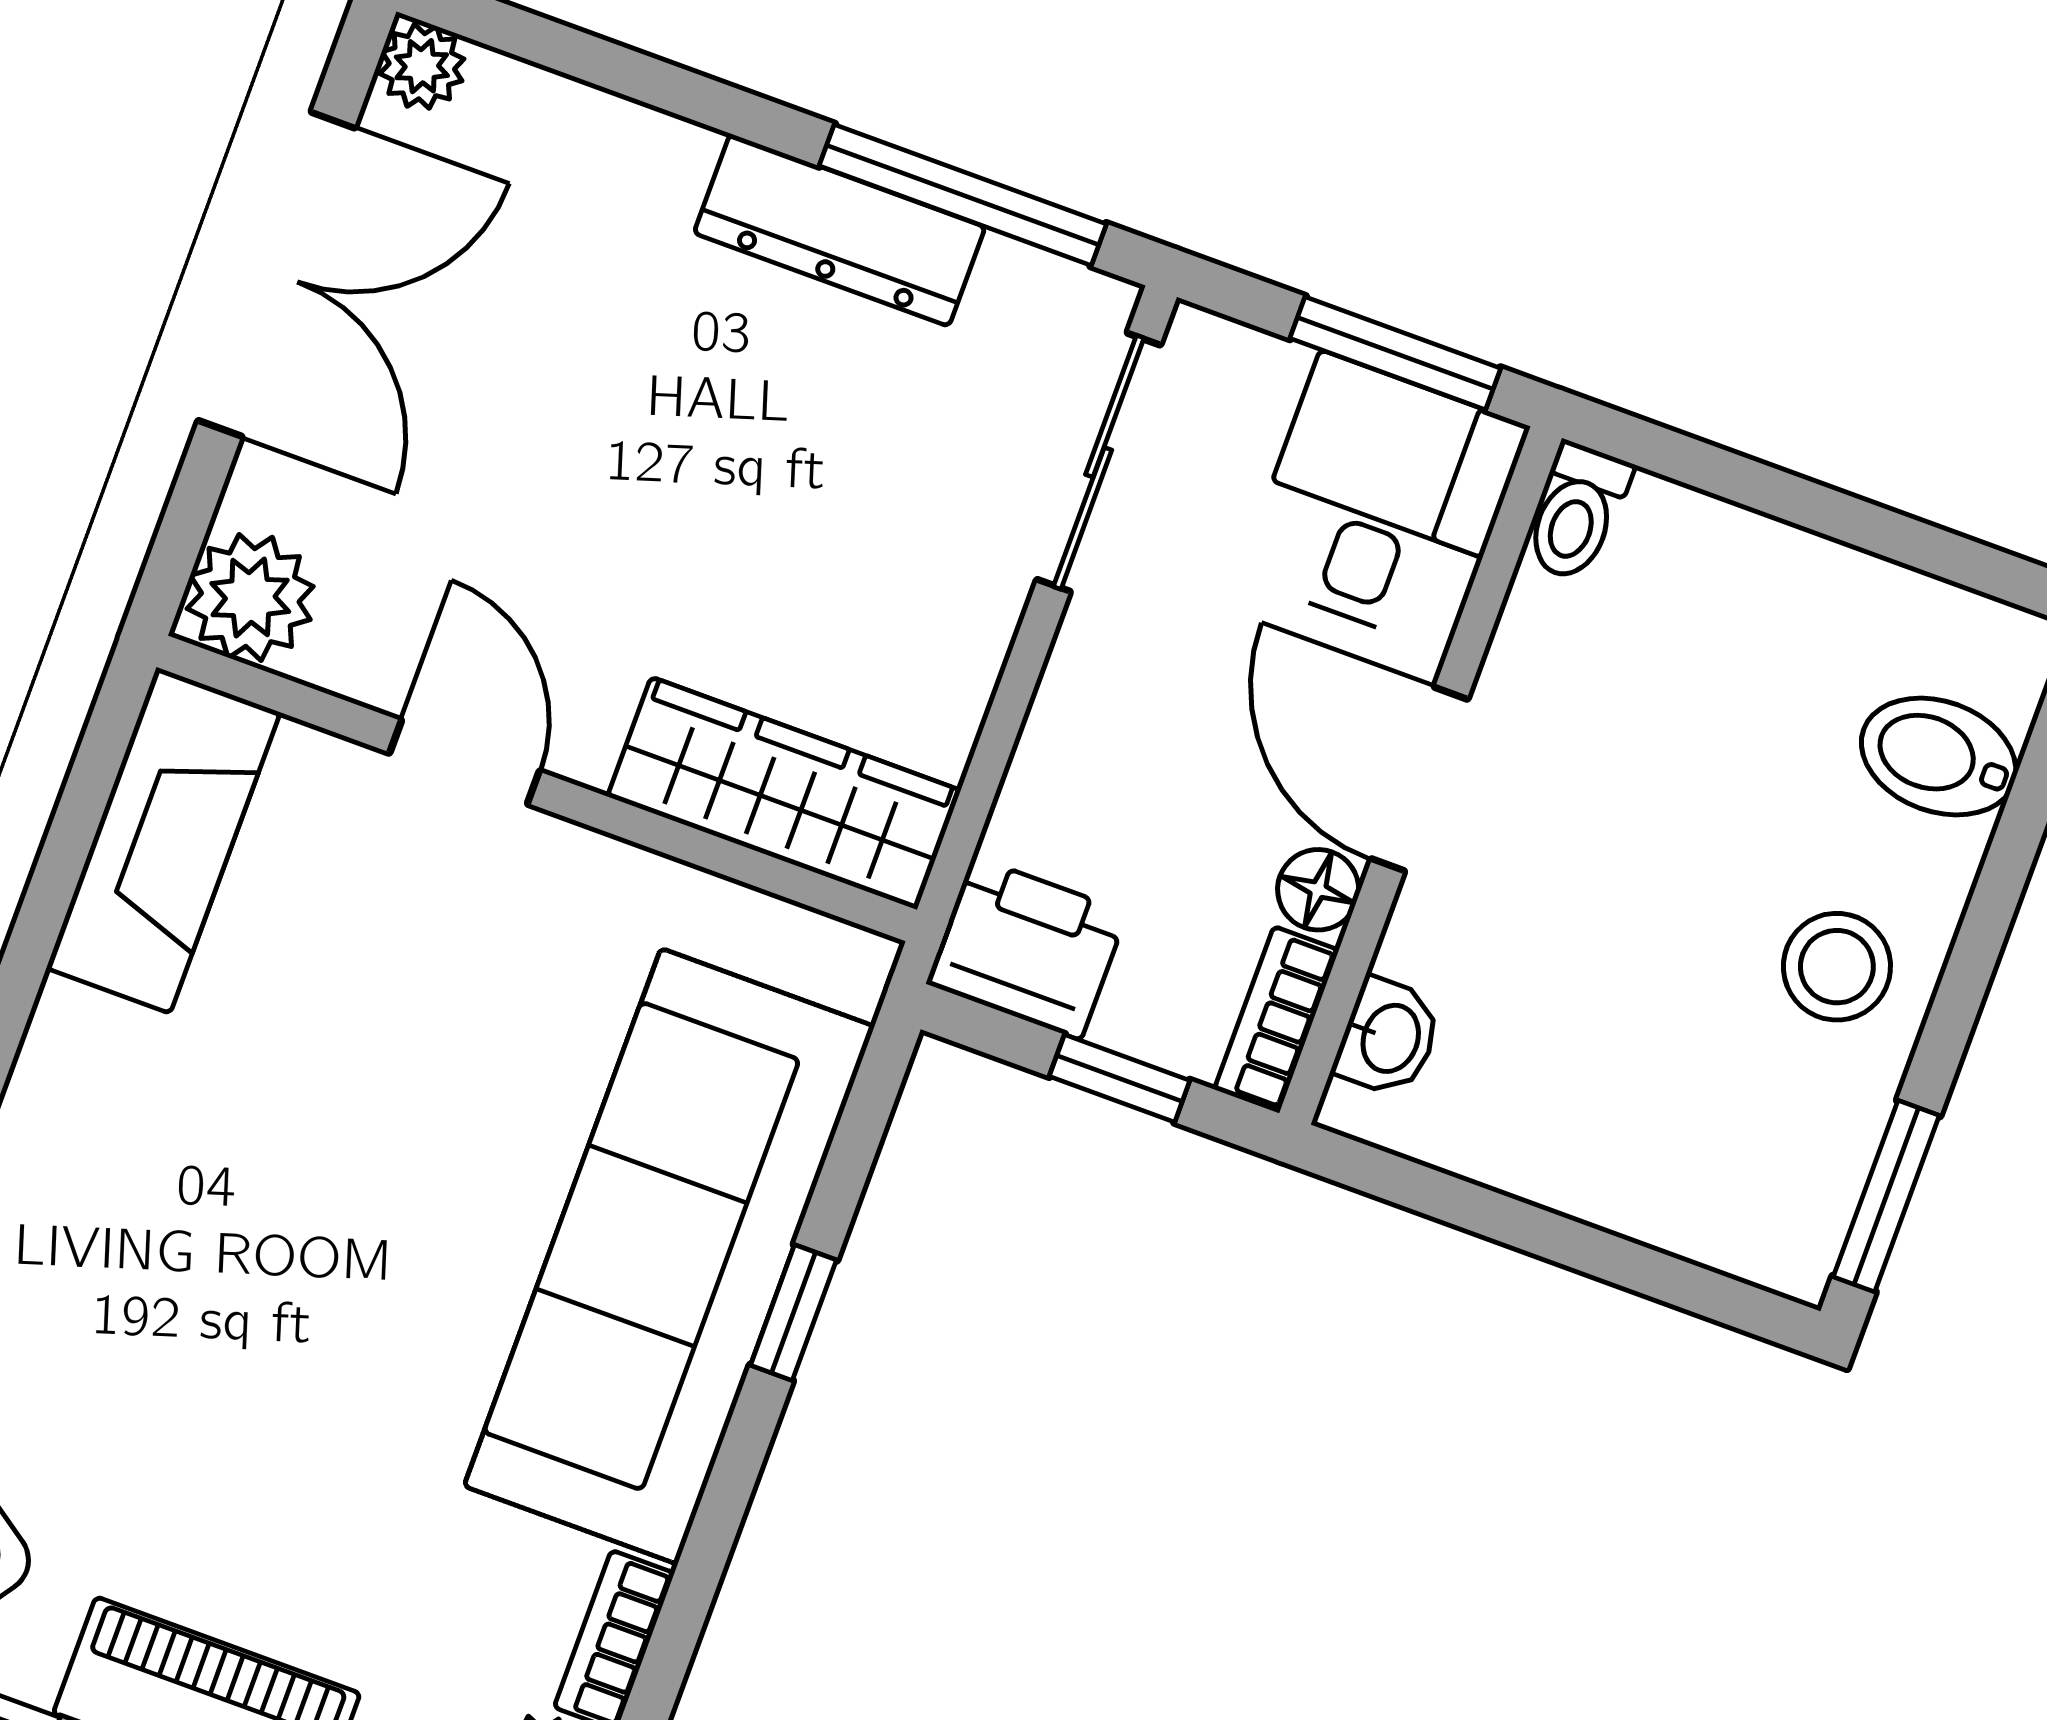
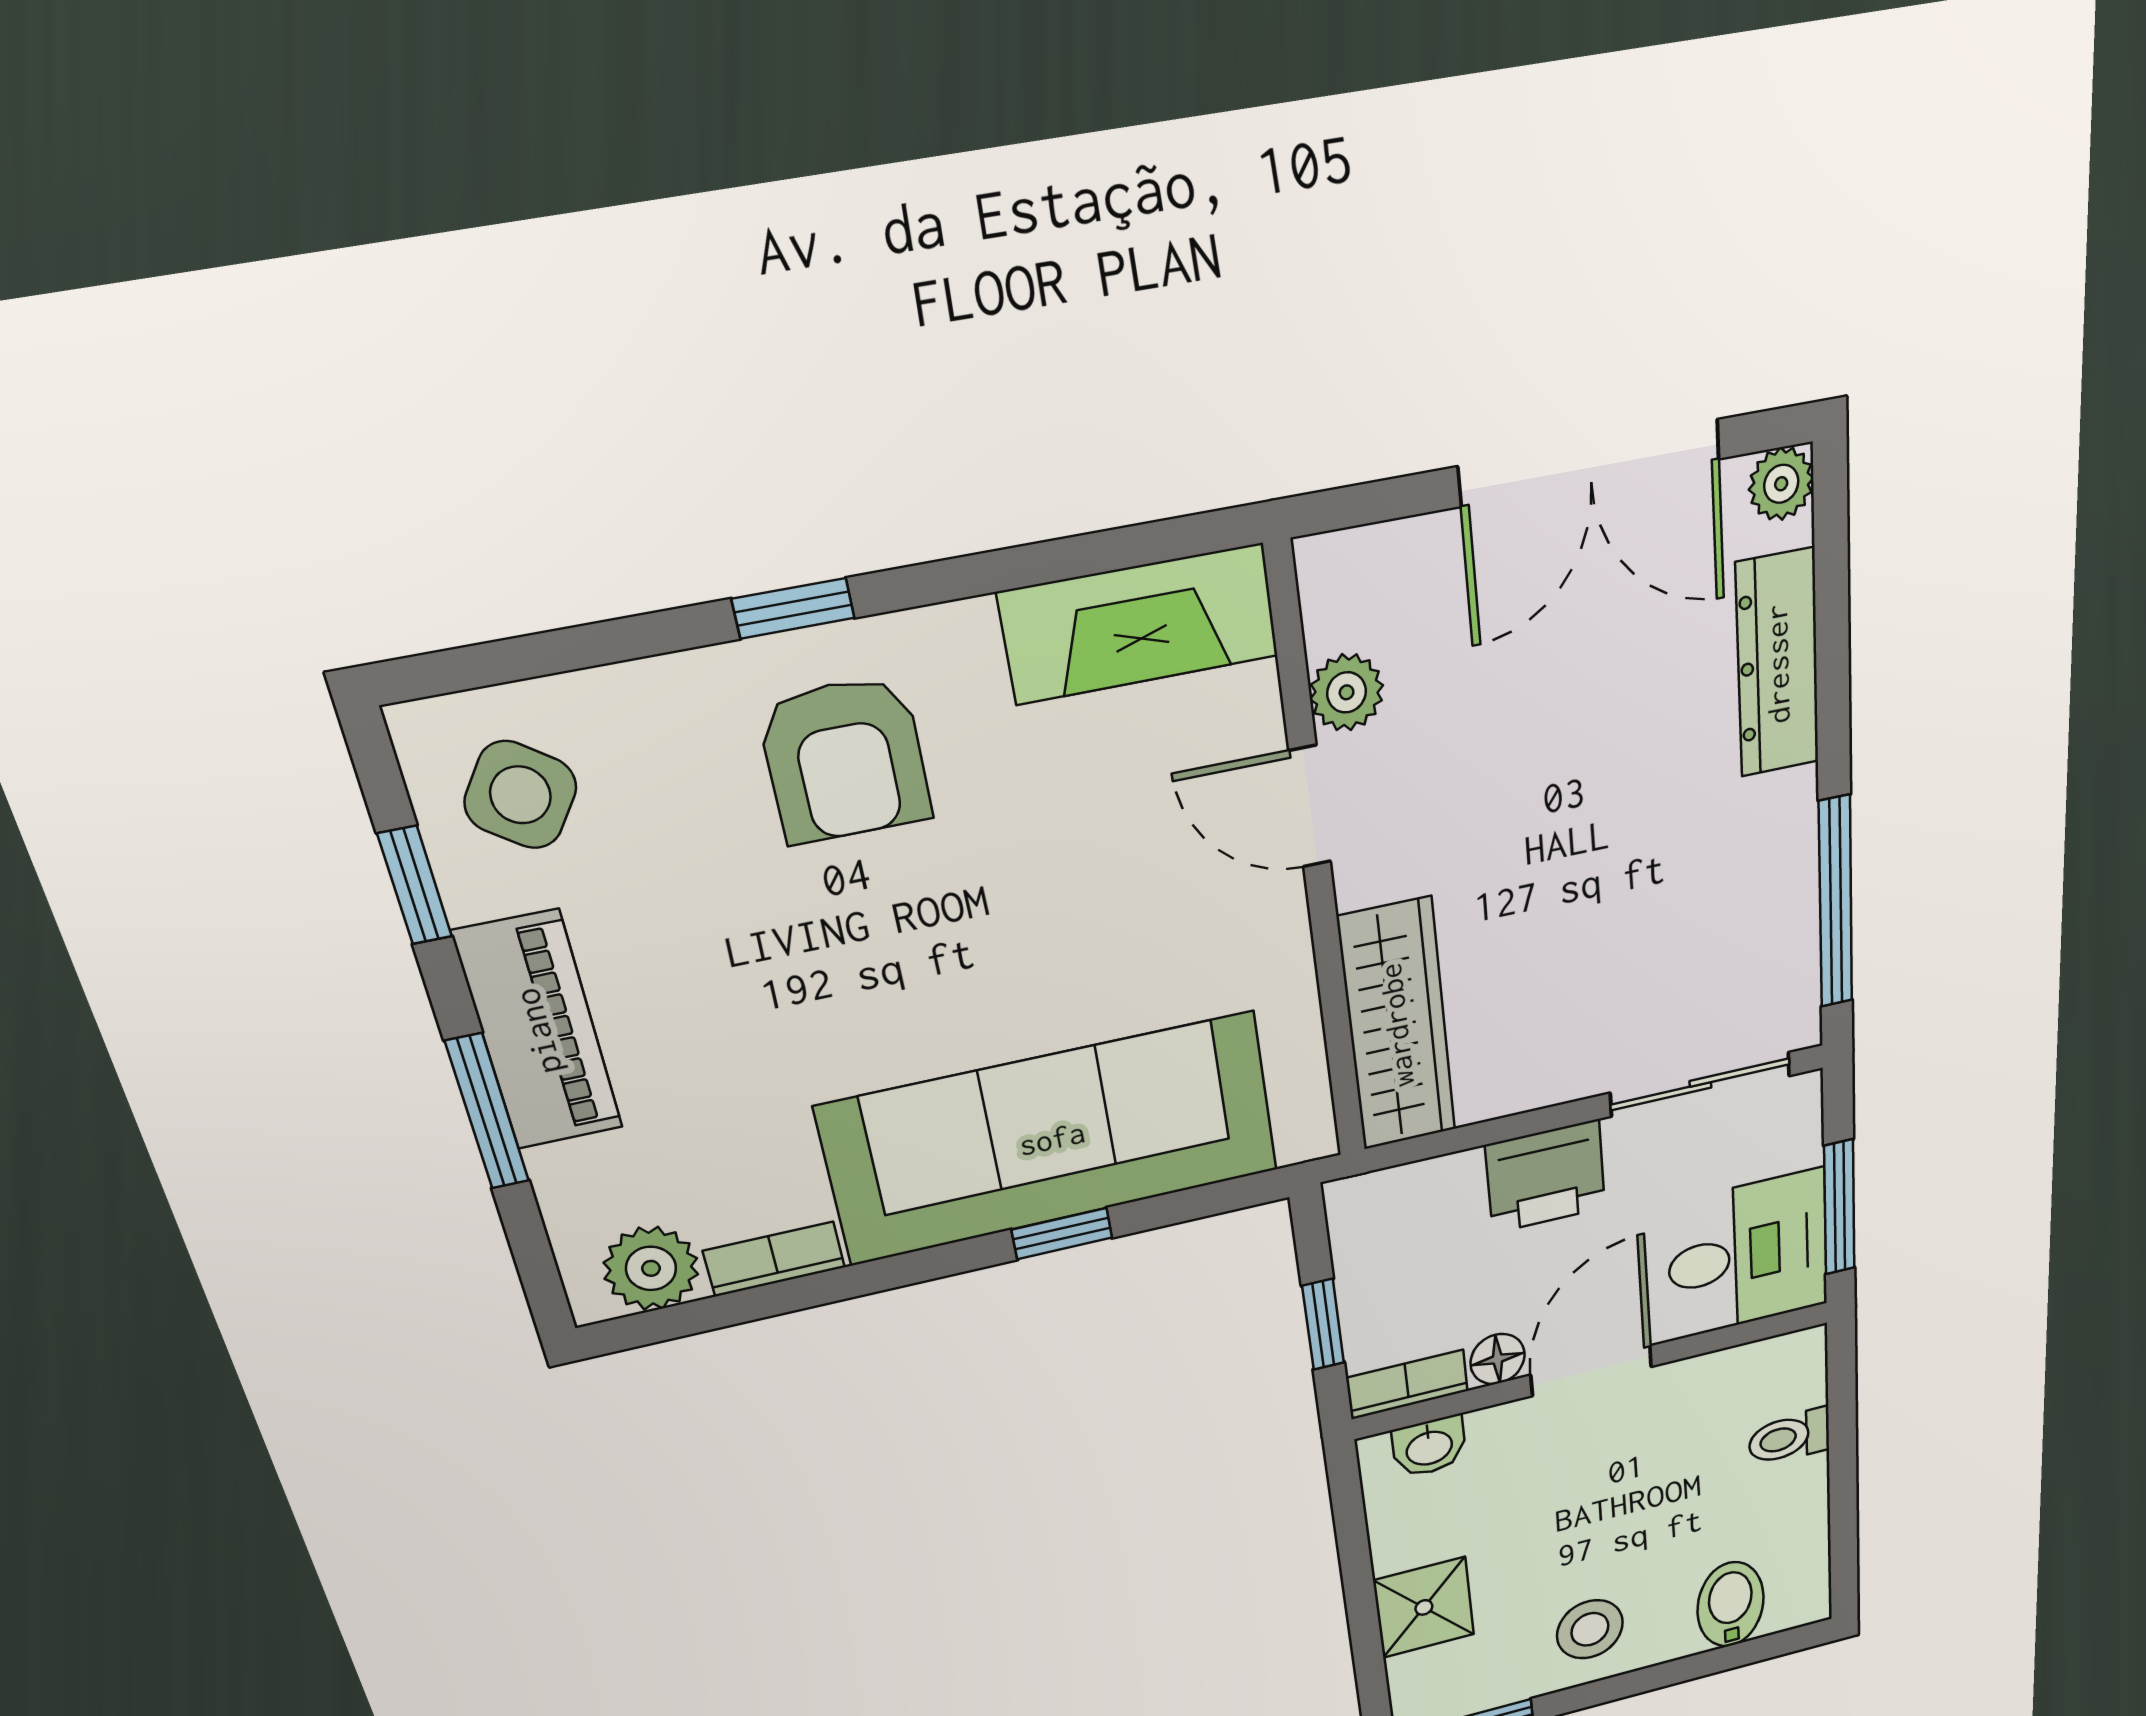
dresser: (840, 230) -> (1778, 664), moved
toilet: (1577, 512) -> (1789, 1437), moved
plant: (250, 597) -> (1347, 692), moved, width x0.73, depth x0.73
door: (464, 762) -> (1310, 807), swing flipped
printer: (1027, 948) -> (1546, 1177), moved, turned 90
shower: (1636, 1167) -> (1424, 1607), added
armchair: (121, 1219) -> (845, 760), added

